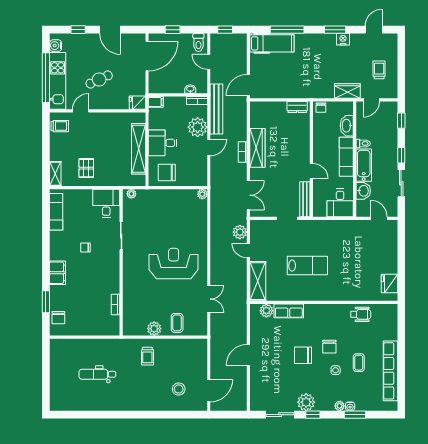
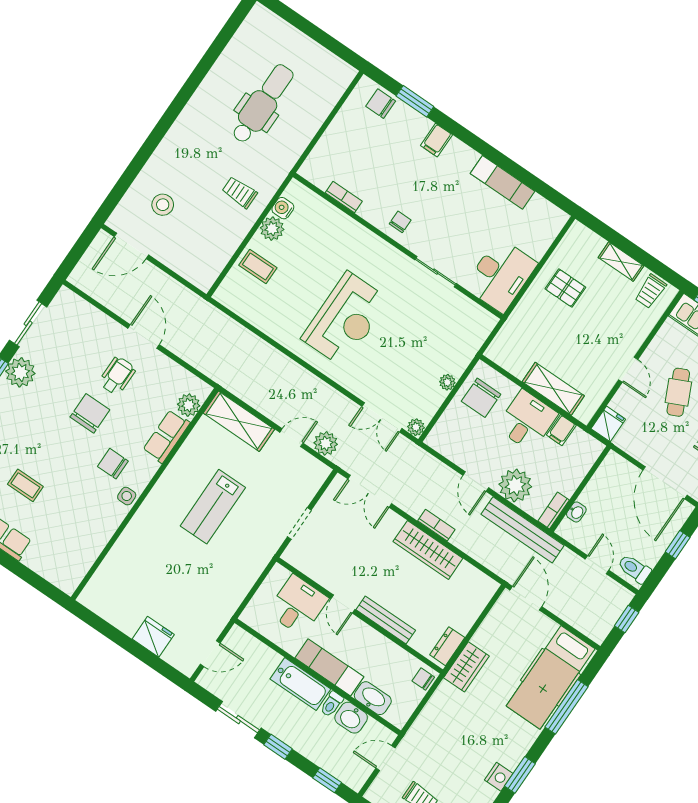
hospital bed: (272, 43) -> (551, 677), width x1.37, depth x1.29
door: (209, 62) -> (597, 565), hinge flipped
wardrobe: (347, 91) -> (466, 667), moved
door: (371, 100) -> (385, 758), hinge flipped
filing cabinet: (156, 102) -> (561, 430), moved
door: (81, 111) -> (628, 370), moved
shelving: (139, 149) -> (553, 389), width x0.68
door: (311, 171) -> (343, 604), hinge flipped
chair: (167, 172) -> (481, 398), turned 180
shelving: (55, 174) -> (621, 262), moved
washbasin: (363, 191) -> (351, 718), moved
plant: (131, 194) -> (447, 382), moved
bench: (305, 199) -> (386, 620), moved
desk: (106, 203) -> (501, 275), width x1.37
desk: (340, 203) -> (298, 605), moved, turned 90
exam couch: (56, 212) -> (503, 182), moved
chair: (86, 247) -> (400, 222), moved
filing cabinet: (58, 273) -> (436, 140), width x0.50
fridge: (389, 283) -> (153, 637), moved
double door: (209, 299) -> (382, 417), moved
wheelchair: (361, 314) -> (117, 376), moved, turned 180
water cooler: (141, 330) -> (283, 208), added
chair: (329, 347) -> (113, 464), moved
side table: (336, 370) -> (127, 496), moved
dental chair: (97, 374) -> (262, 104), width x1.36, depth x1.38
door: (209, 391) -> (131, 246), hinge flipped

